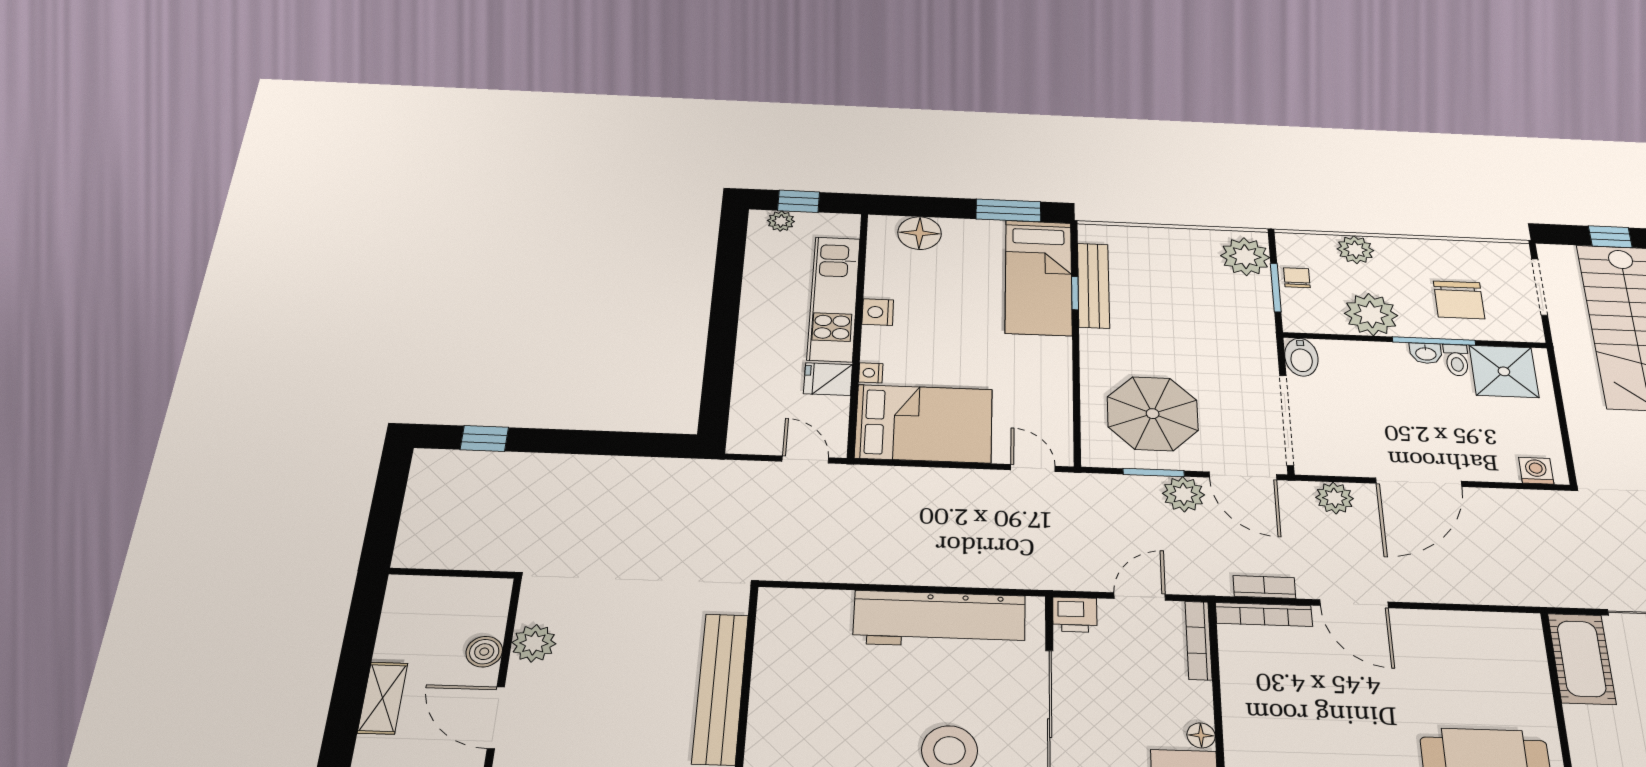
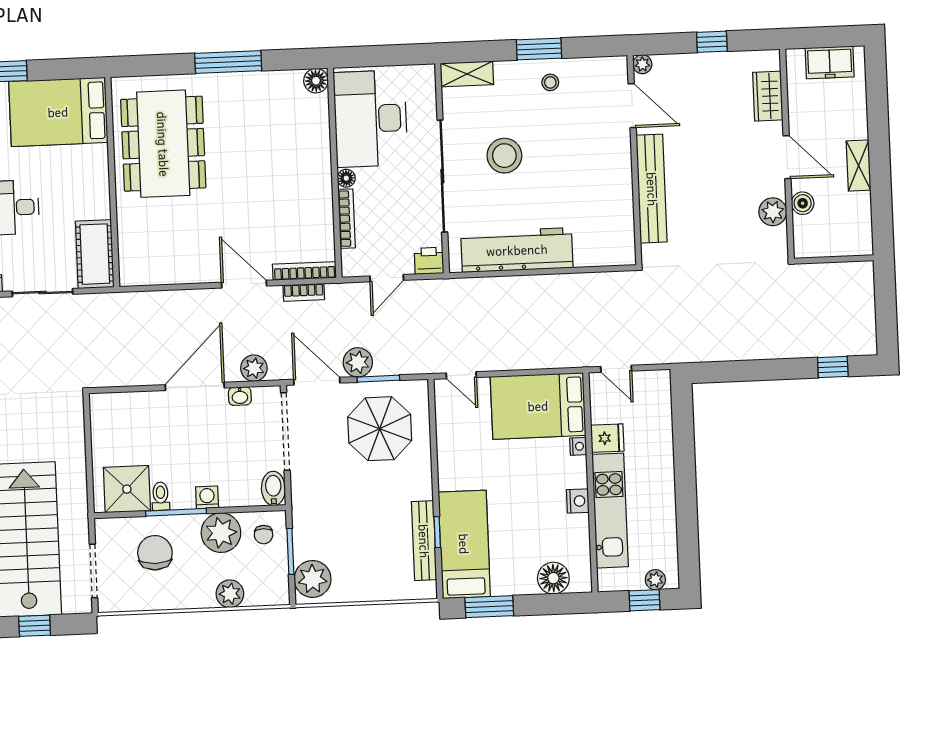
chair: (1297, 278) -> (263, 535), moved
washbasin: (1426, 353) -> (240, 396), moved, turned 180
washing machine: (1536, 471) -> (207, 497), moved, turned 180
bookcase: (1198, 640) -> (347, 219), moved

